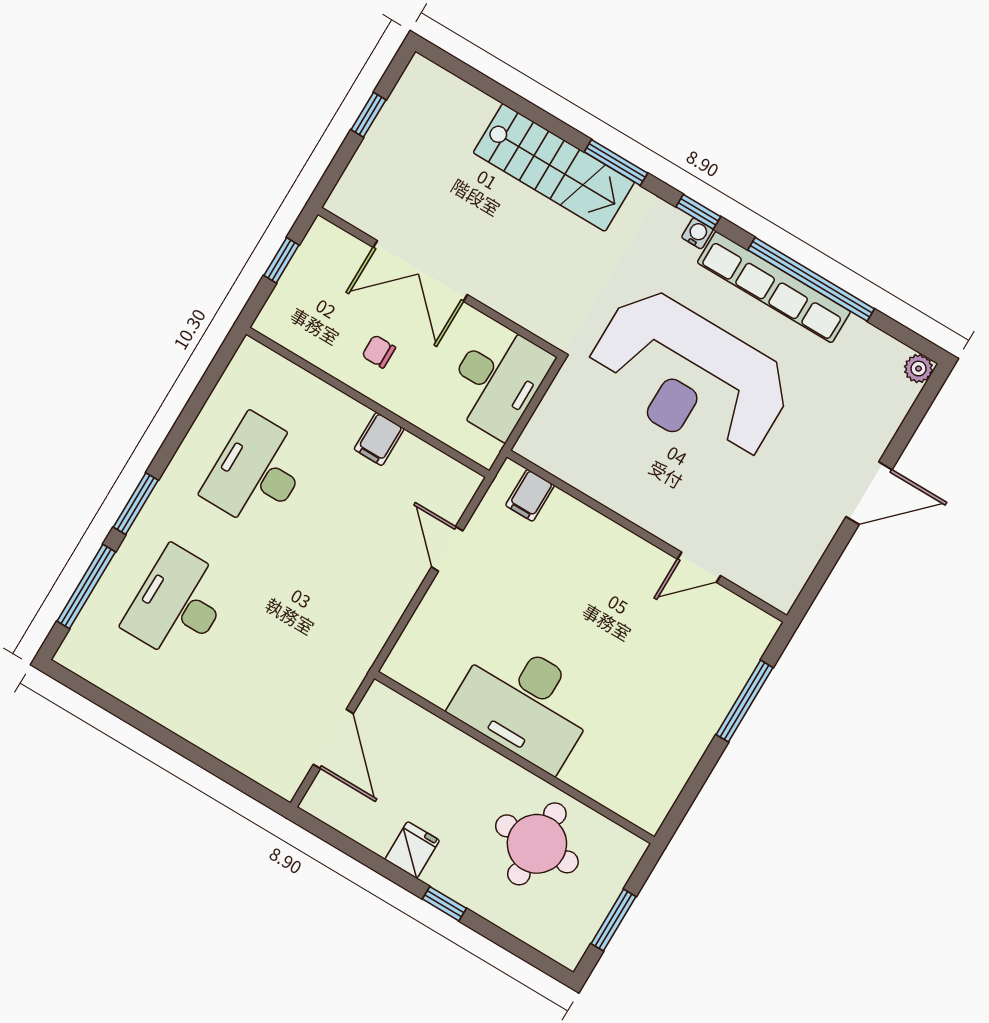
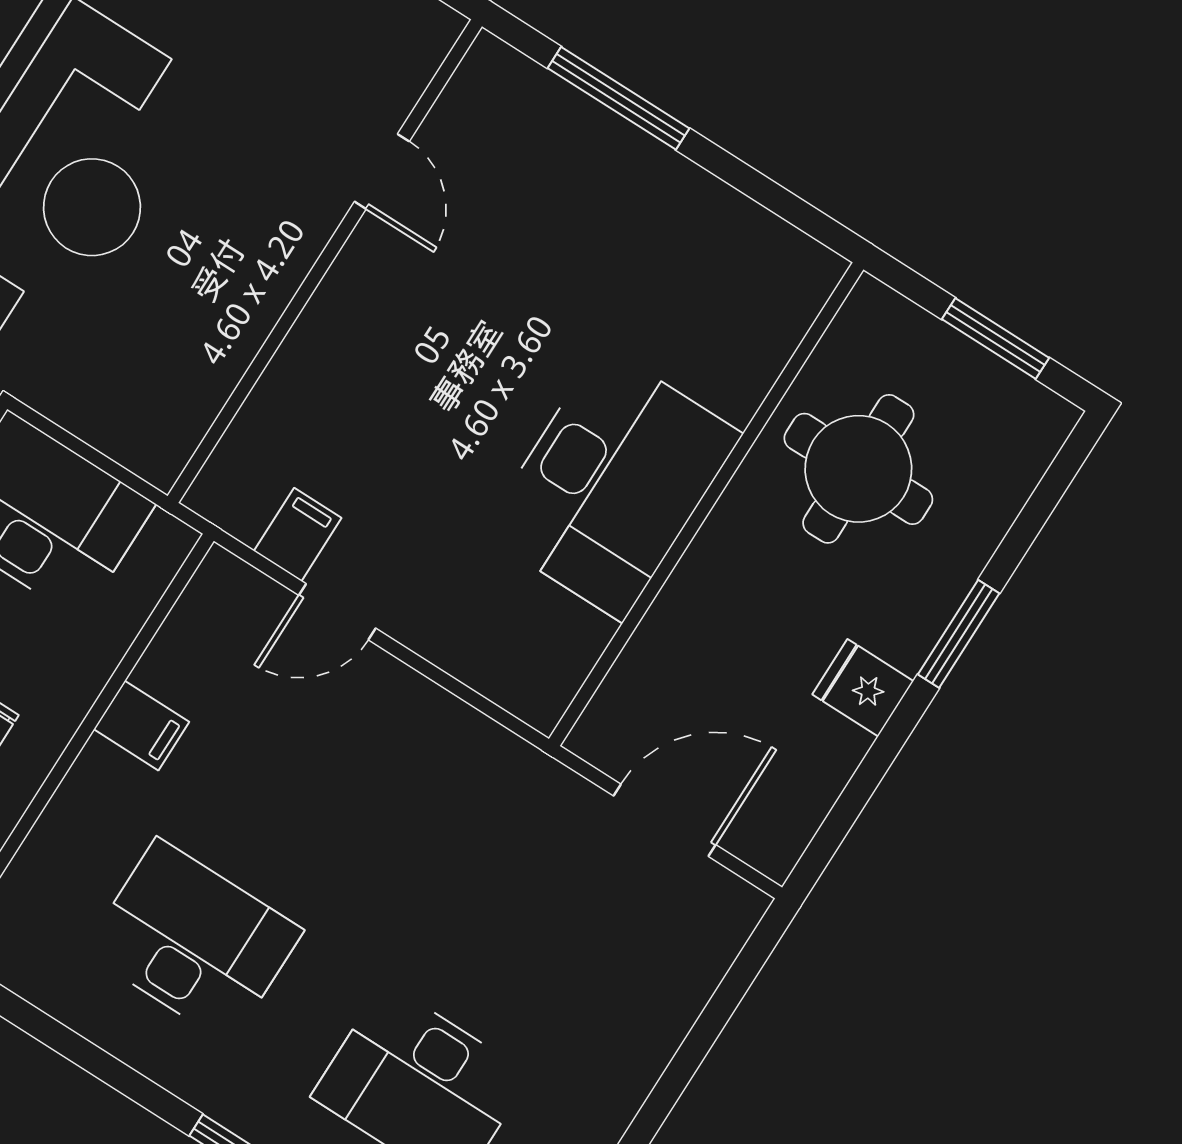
desk: (257, 472) -> (193, 941), turned 180
filing cabinet: (530, 495) -> (298, 535), moved, turned -90
window: (444, 904) -> (959, 634), width x1.50

